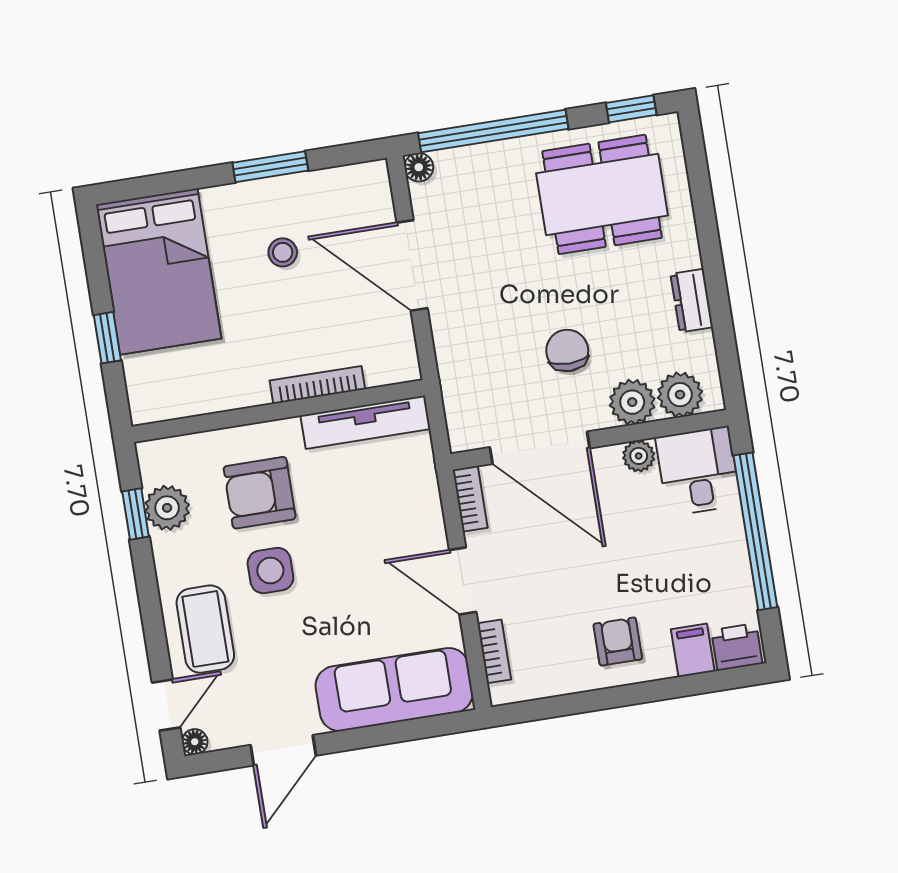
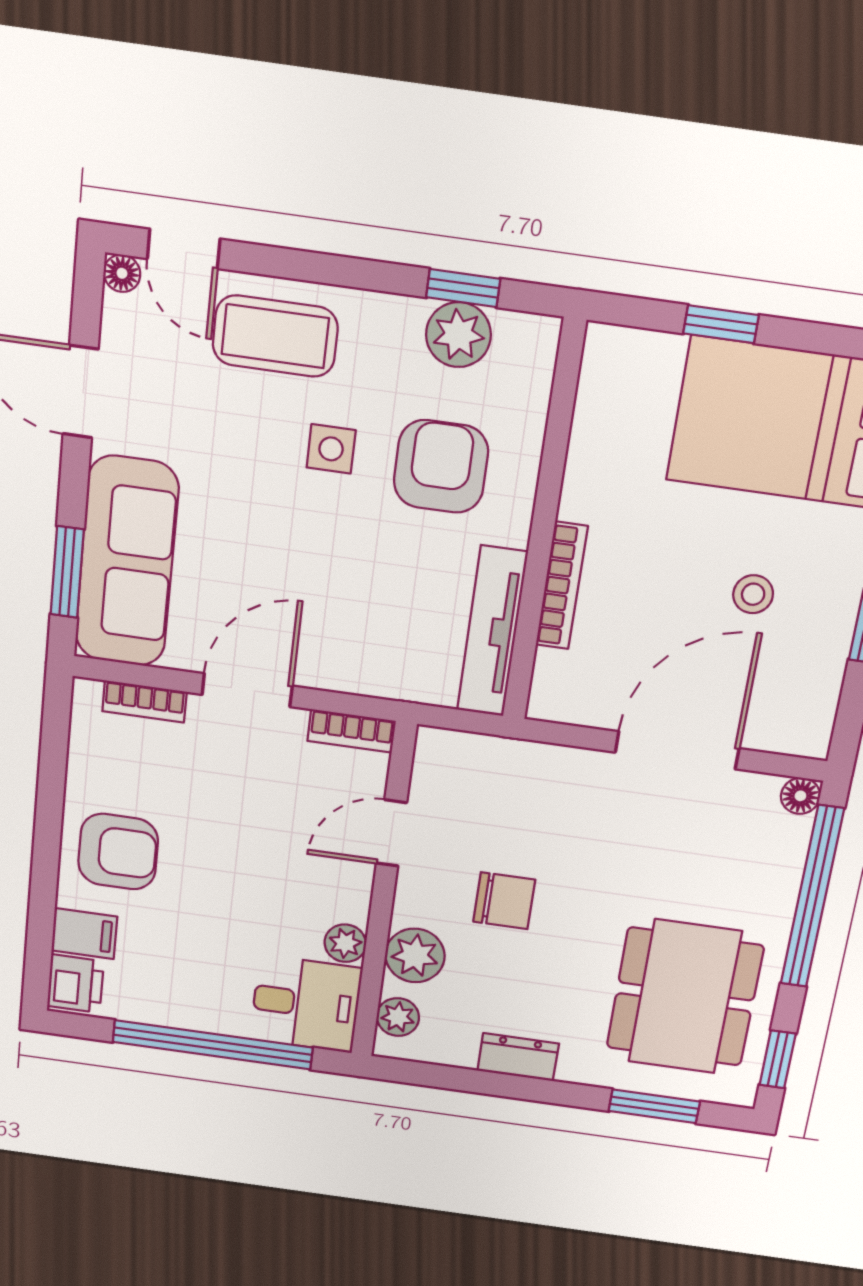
window: (700, 186) -> (654, 1106), added
plant: (680, 395) -> (398, 1017), width x0.73, depth x0.73
door: (540, 448) -> (391, 833), width x0.53
side table: (270, 570) -> (331, 449), width x0.73, depth x0.73
armchair: (618, 641) -> (118, 852), width x1.38, depth x1.38
window: (414, 729) -> (67, 572), added

